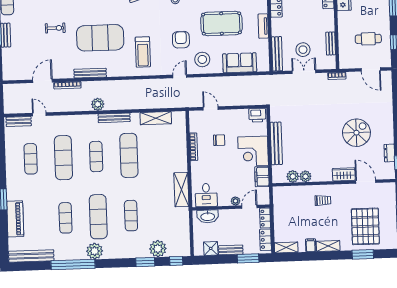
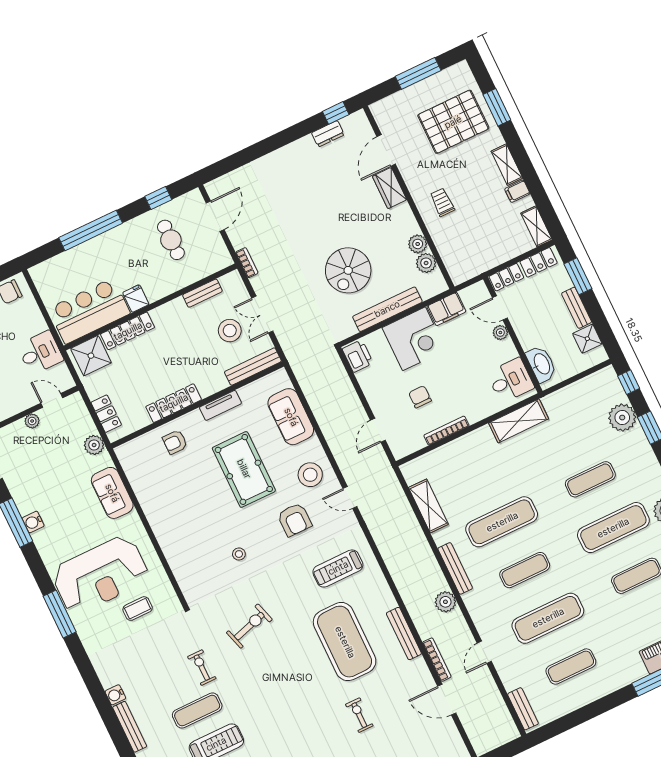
armchair: (181, 40) -> (295, 520), turned -90
treadmill: (143, 52) -> (338, 568), turned 180
door: (39, 114) -> (484, 652), moved
spiral stairs: (356, 133) -> (348, 270), moved, turned -90

